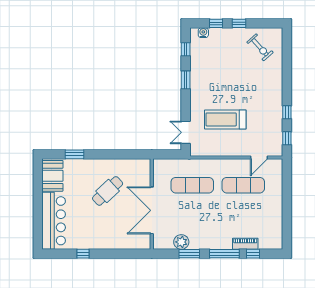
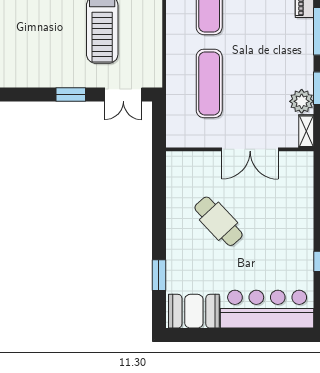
window: (186, 80) -> (71, 94), moved
double door: (152, 210) -> (250, 149), width x0.73
shelving: (163, 245) -> (306, 131), added

